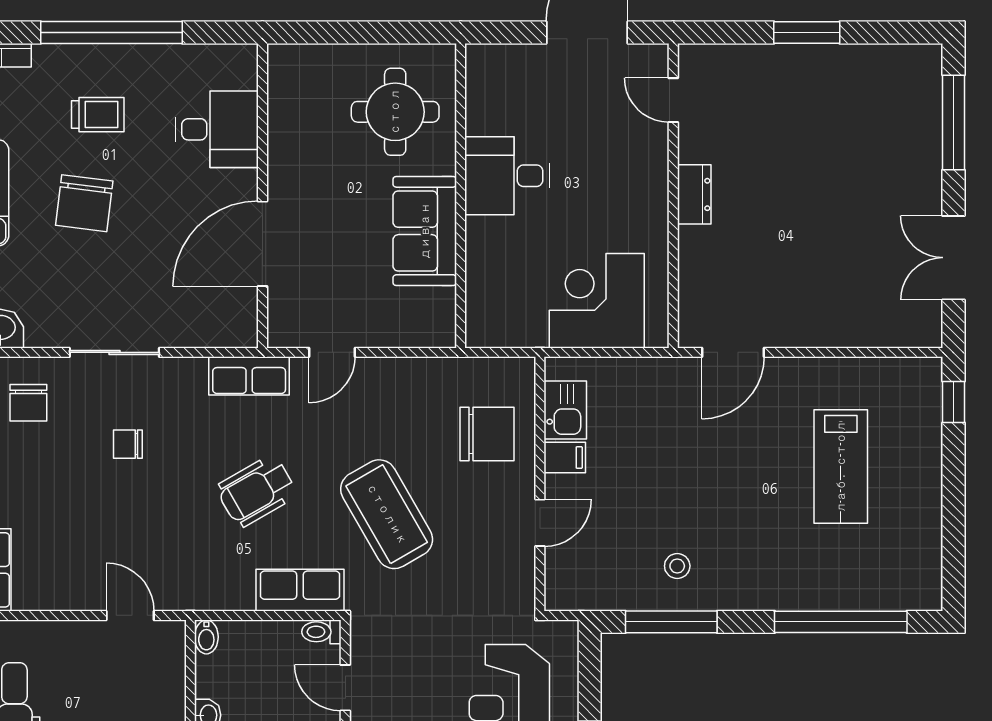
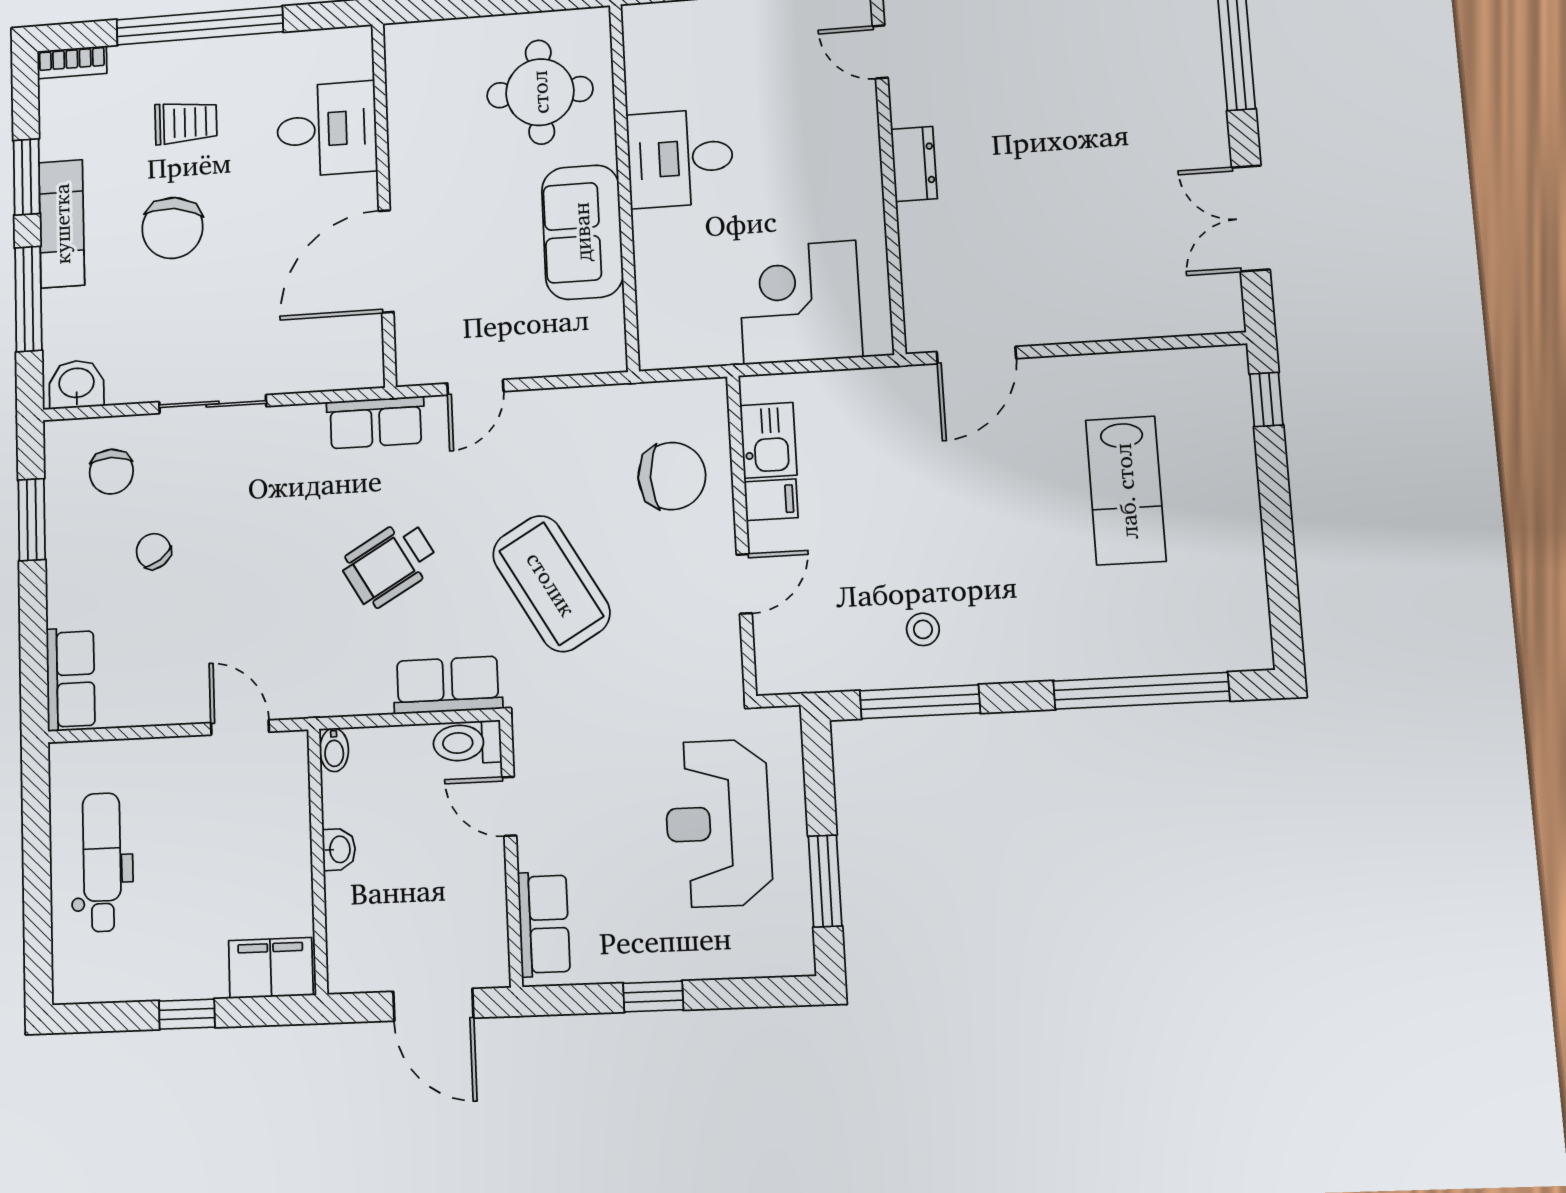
chair: (128, 444) -> (154, 551), moved, turned 55
toilet: (321, 632) -> (467, 743), width x1.37, depth x1.39

